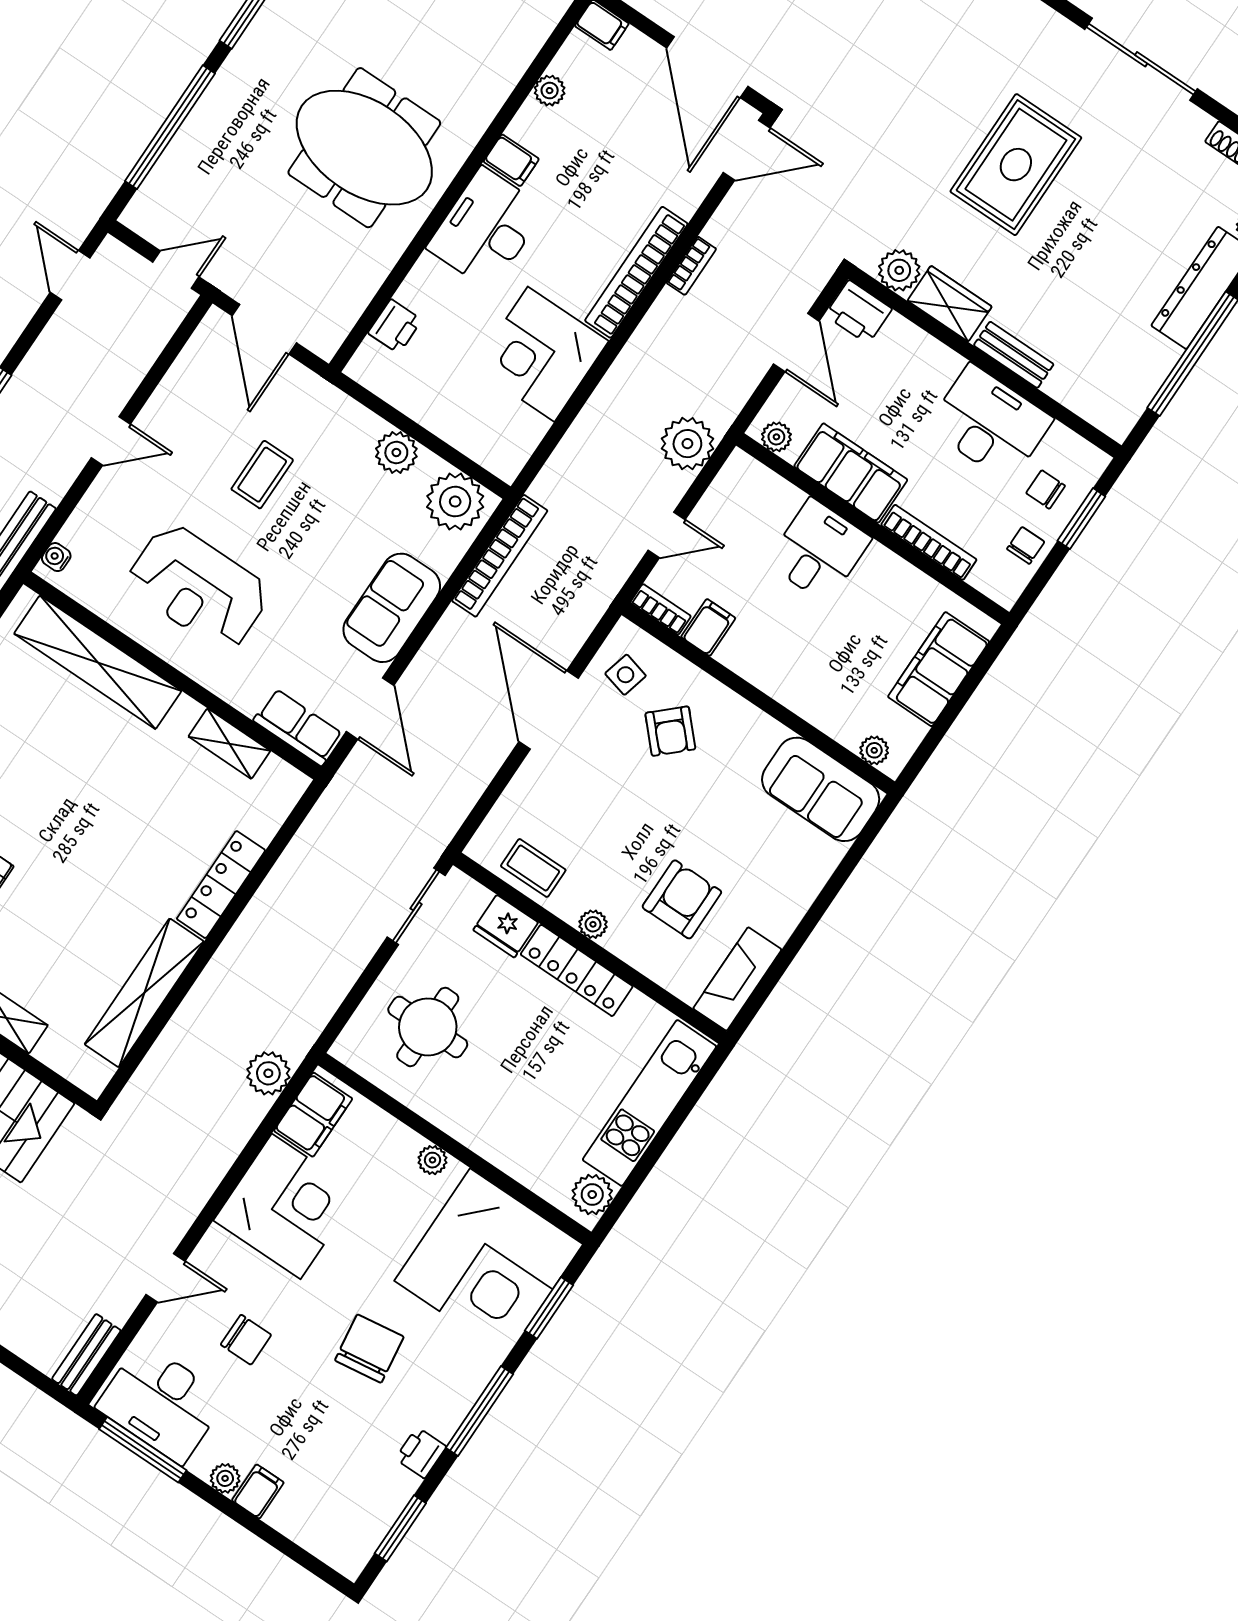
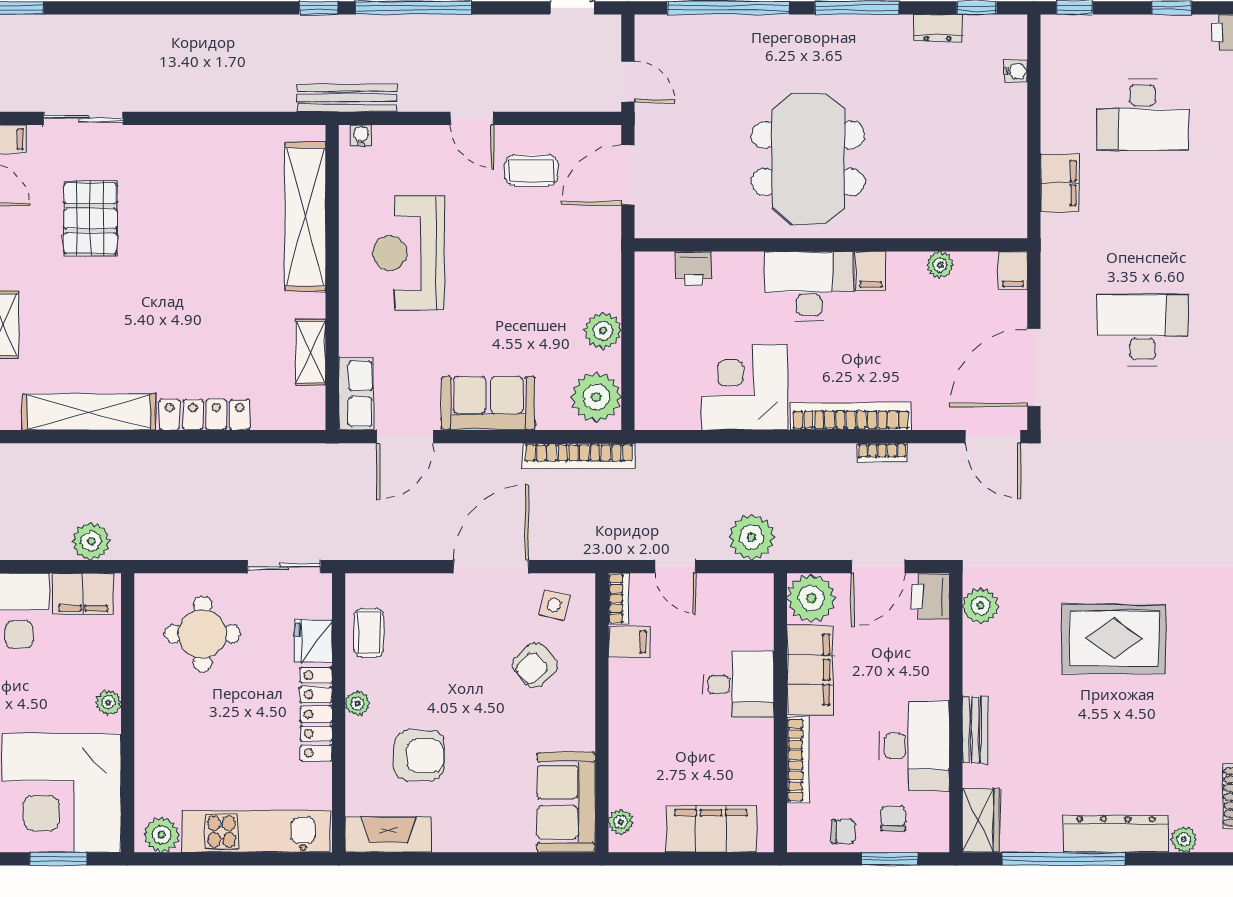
wardrobe: (950, 304) -> (981, 820), moved
plant: (776, 437) -> (811, 598), width x1.88, depth x1.88
coffee table: (262, 475) -> (531, 170), moved

